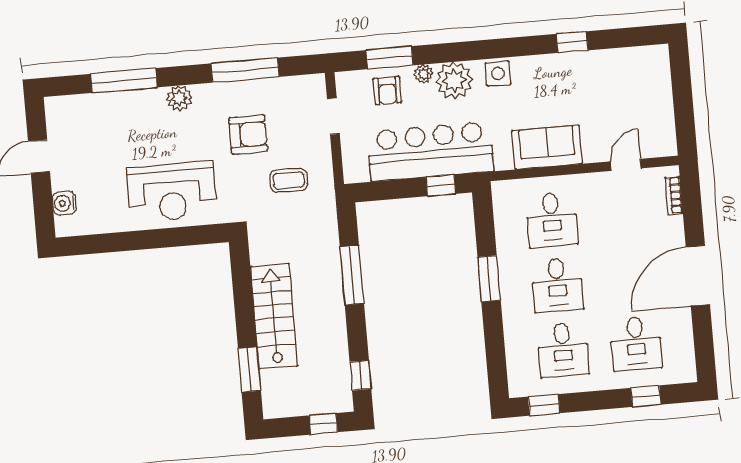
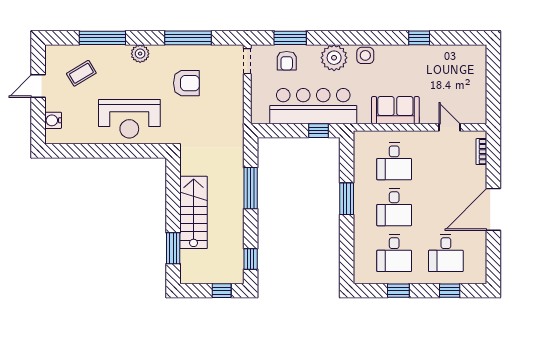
plant: (423, 74) -> (313, 51), removed
doorway: (333, 116) -> (247, 61), moved
door: (626, 165) -> (449, 127), hinge flipped
coffee table: (289, 180) -> (81, 73), moved, turned -31
window: (544, 405) -> (398, 291), moved

